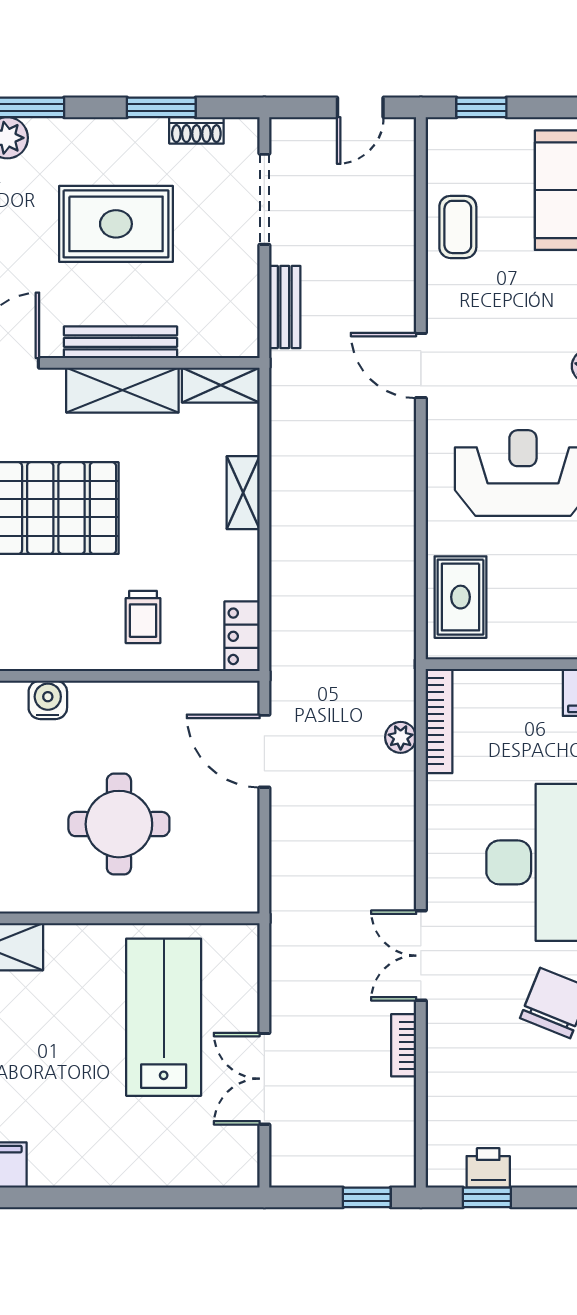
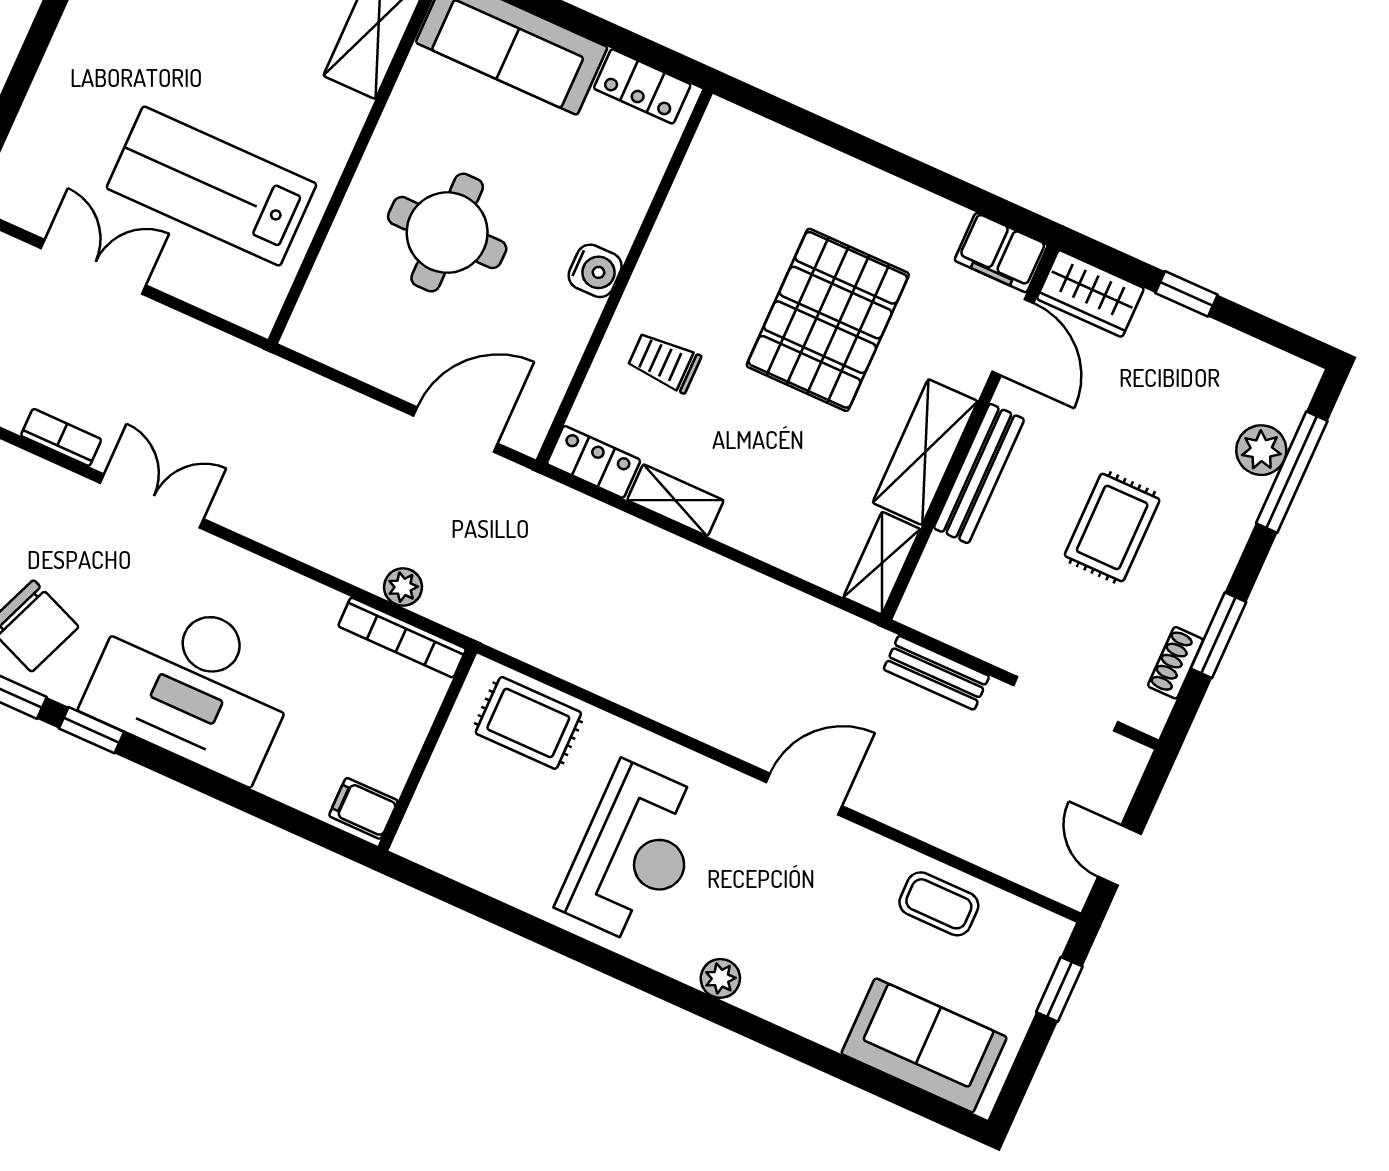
rug: (116, 224) -> (1112, 527), width x0.73, depth x0.70
shelving: (243, 493) -> (675, 500), moved
water cooler: (48, 700) -> (595, 271), moved
lab bench: (164, 1017) -> (211, 186), turned 180

